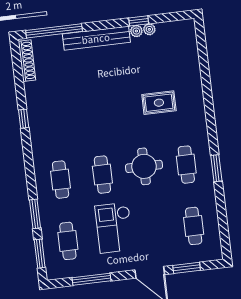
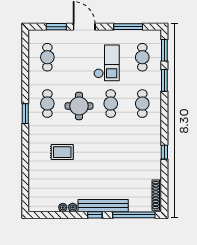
window: (139, 21) -> (95, 215), moved
window: (216, 168) -> (25, 114), moved

